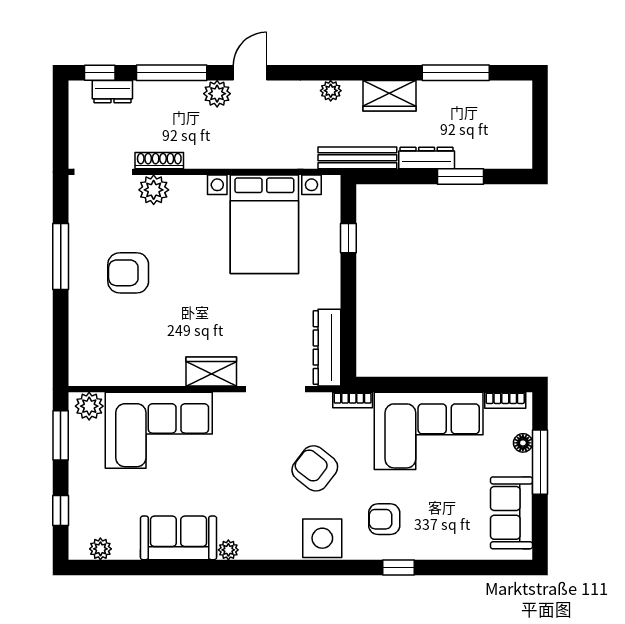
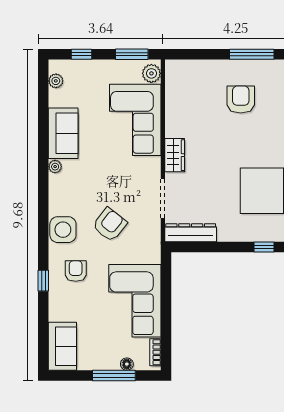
bookcase: (353, 400) -> (156, 250), removed
sofa: (512, 513) -> (62, 346), moved, turned 90

